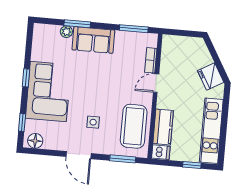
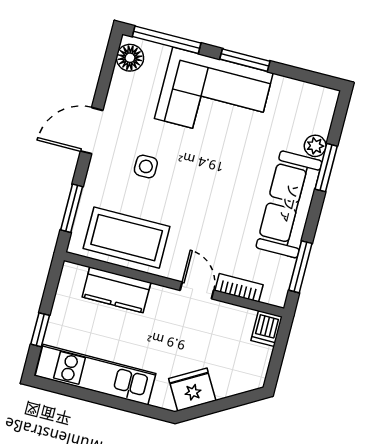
sofa: (93, 40) -> (289, 204), width x1.36
window: (26, 78) -> (245, 60), width x1.50
window: (22, 122) -> (167, 40), width x2.17
dishwasher: (161, 152) -> (266, 329), moved

